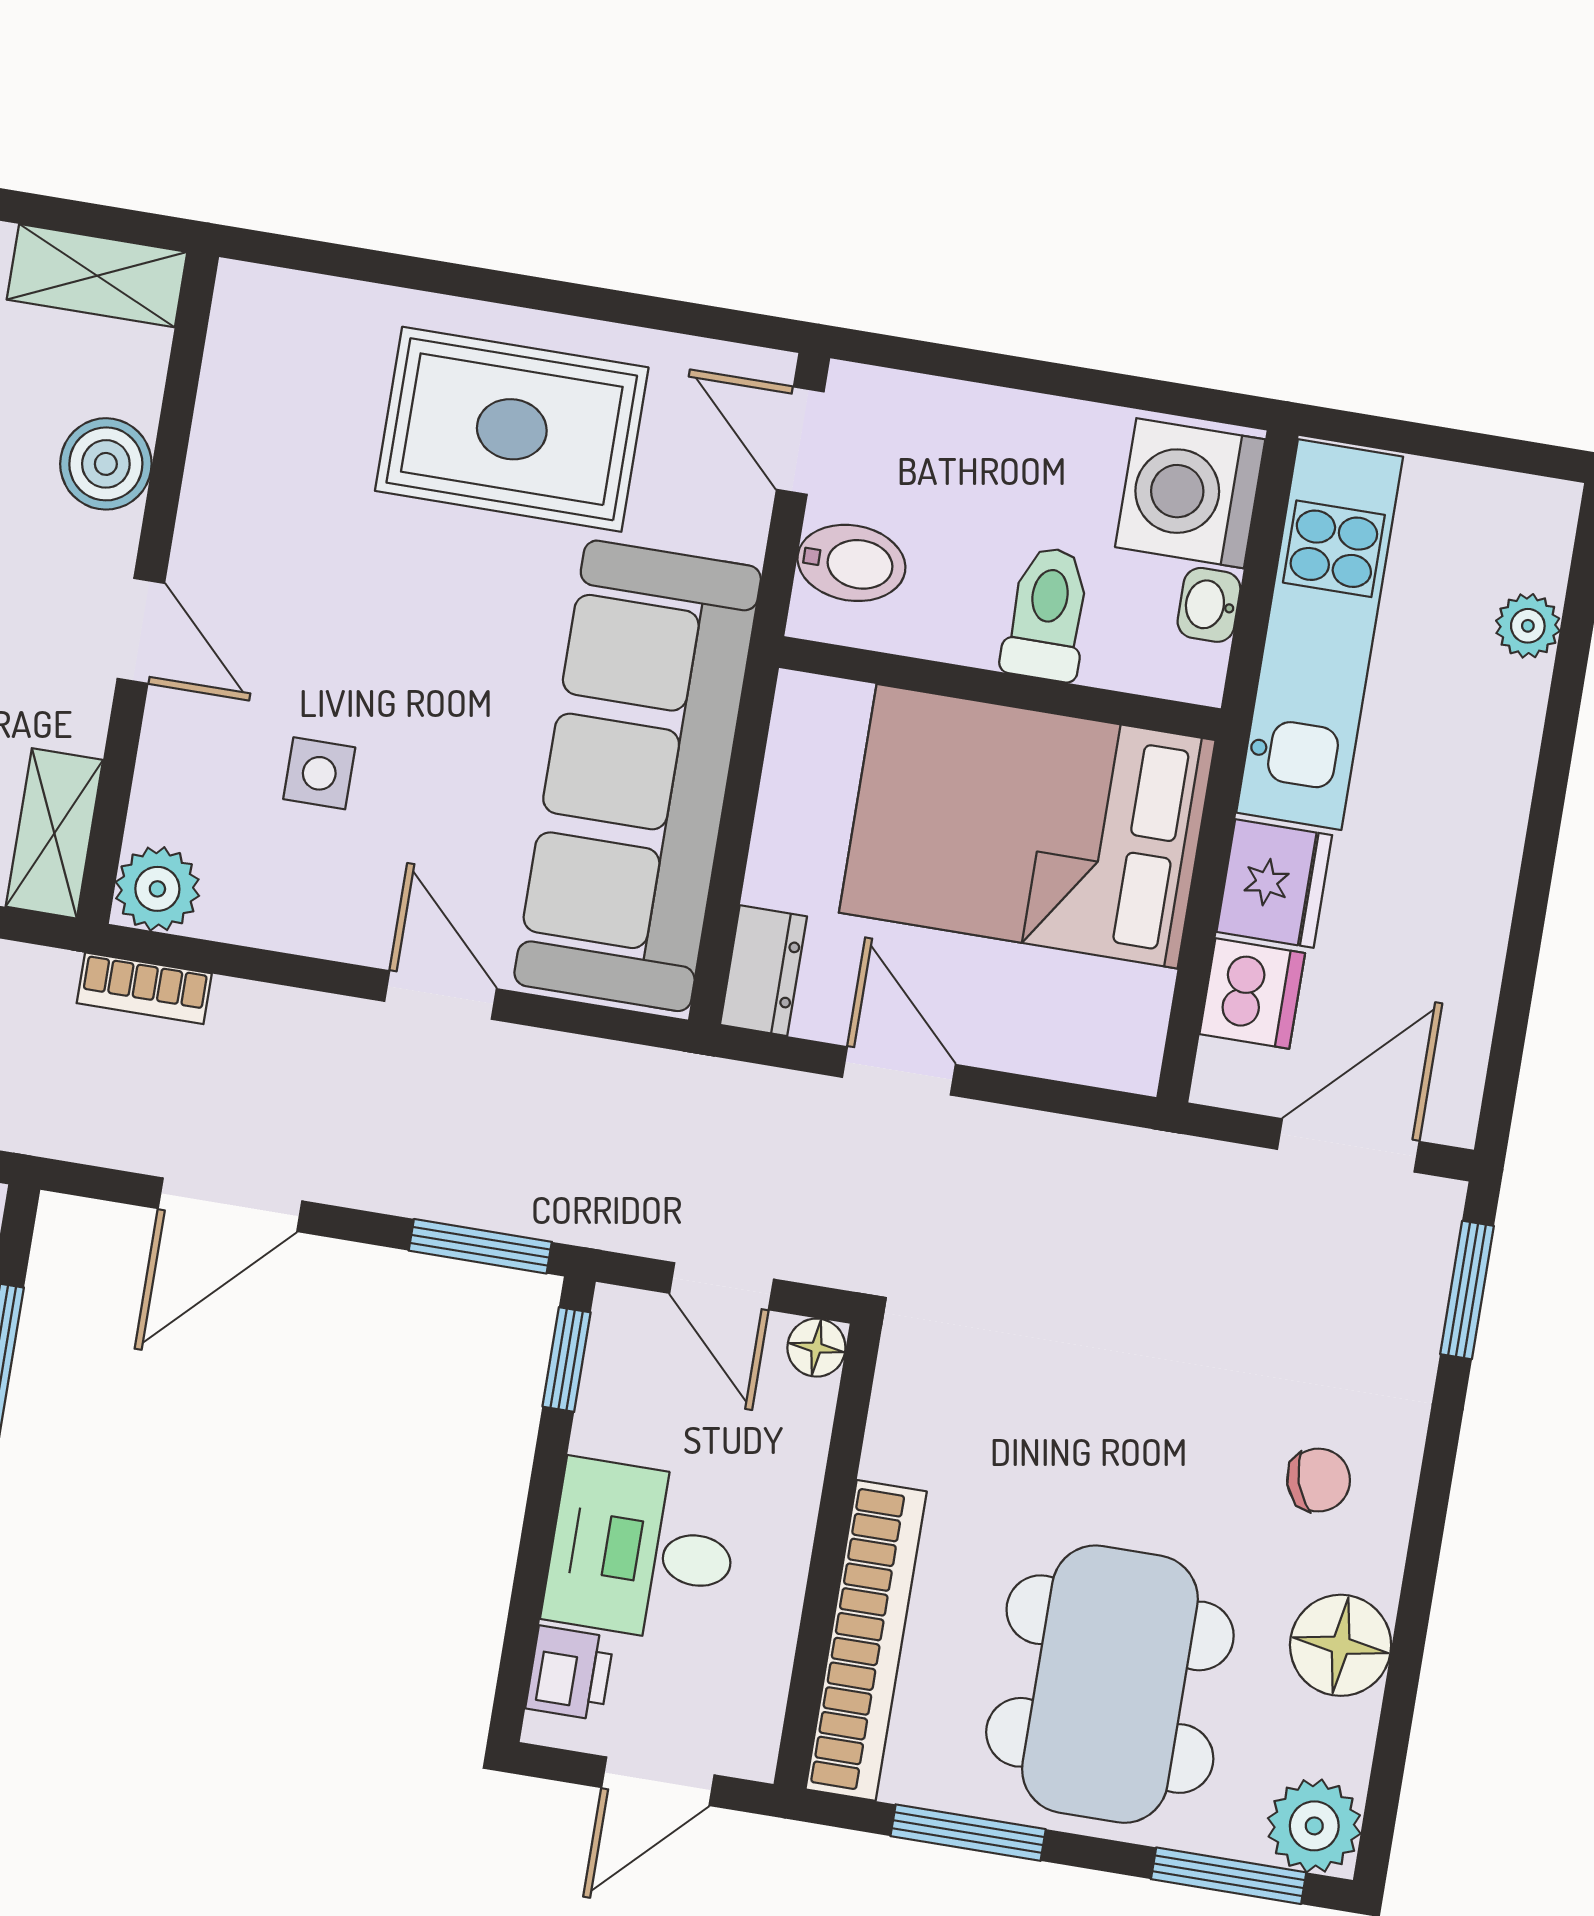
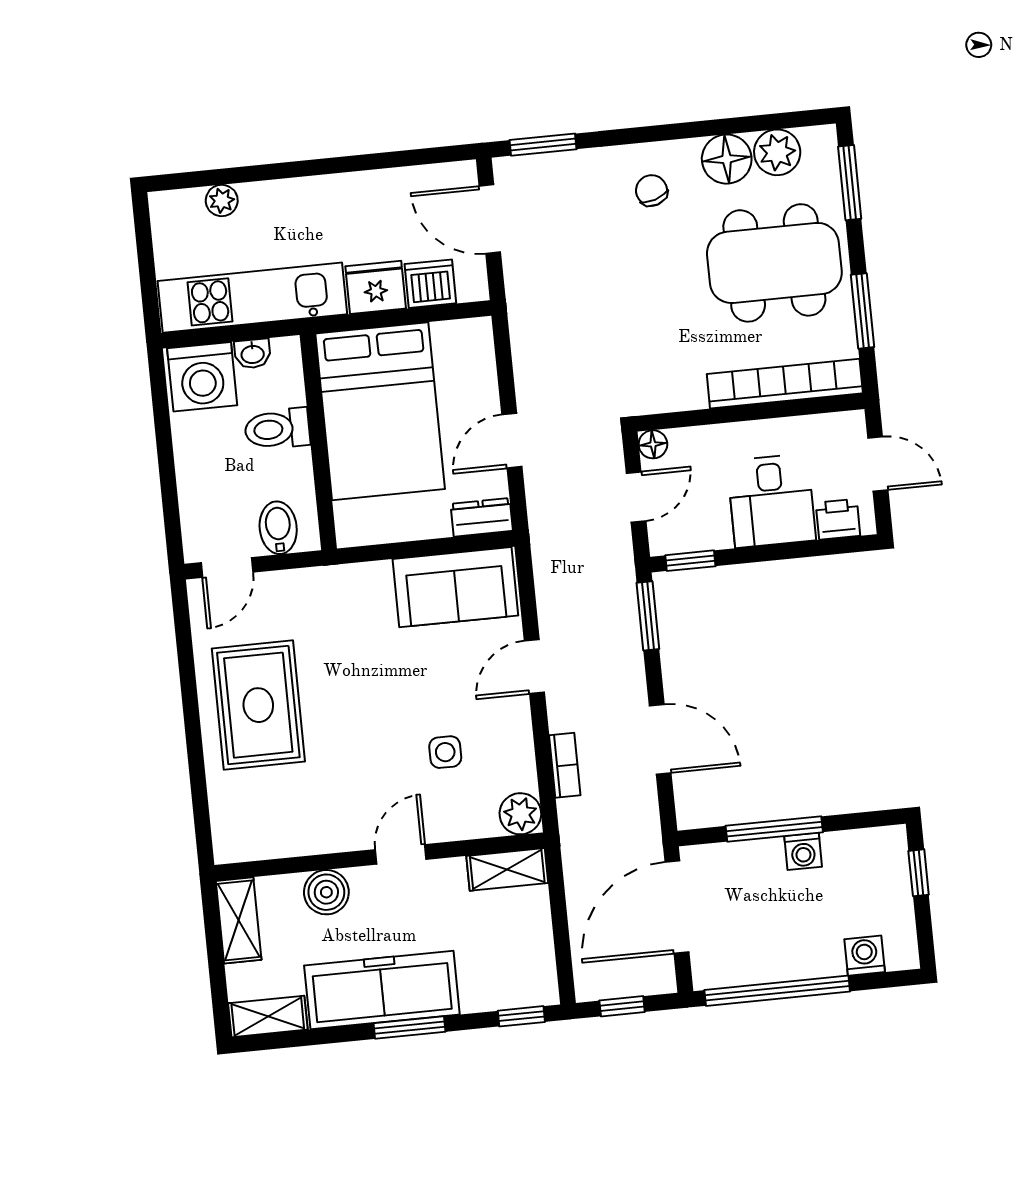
sofa: (638, 776) -> (455, 587), width x0.54, depth x0.79
bookcase: (144, 988) -> (565, 765), moved
plant: (1314, 1826) -> (777, 152), moved

